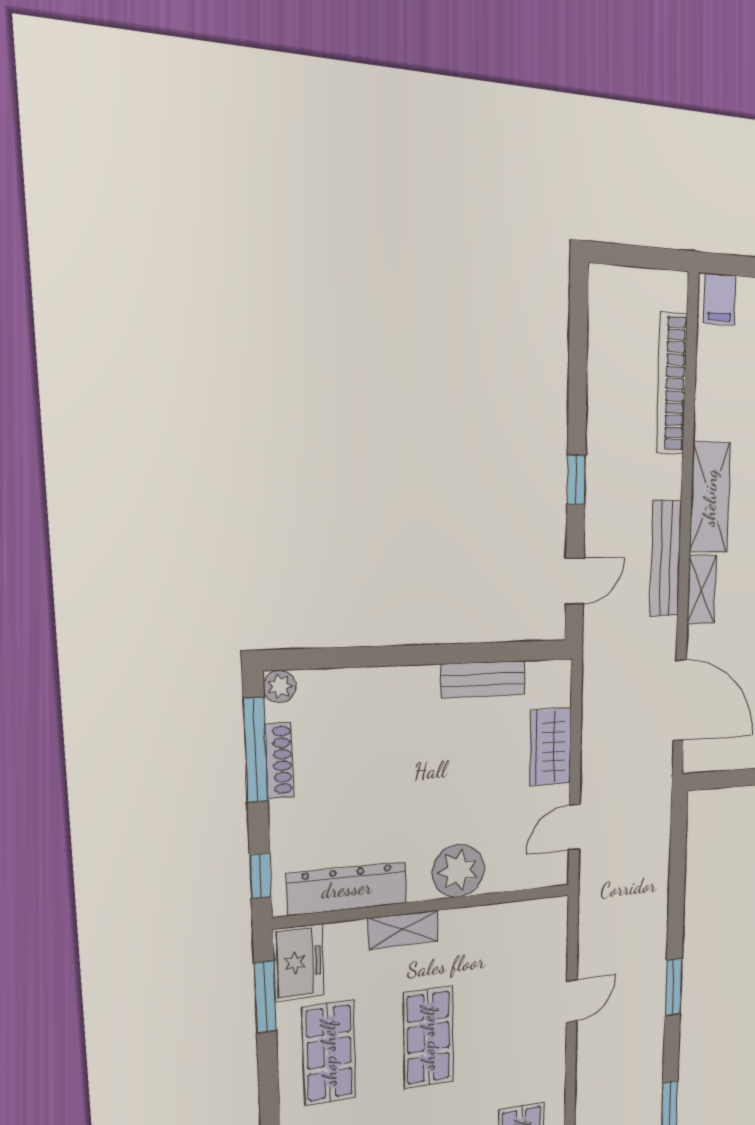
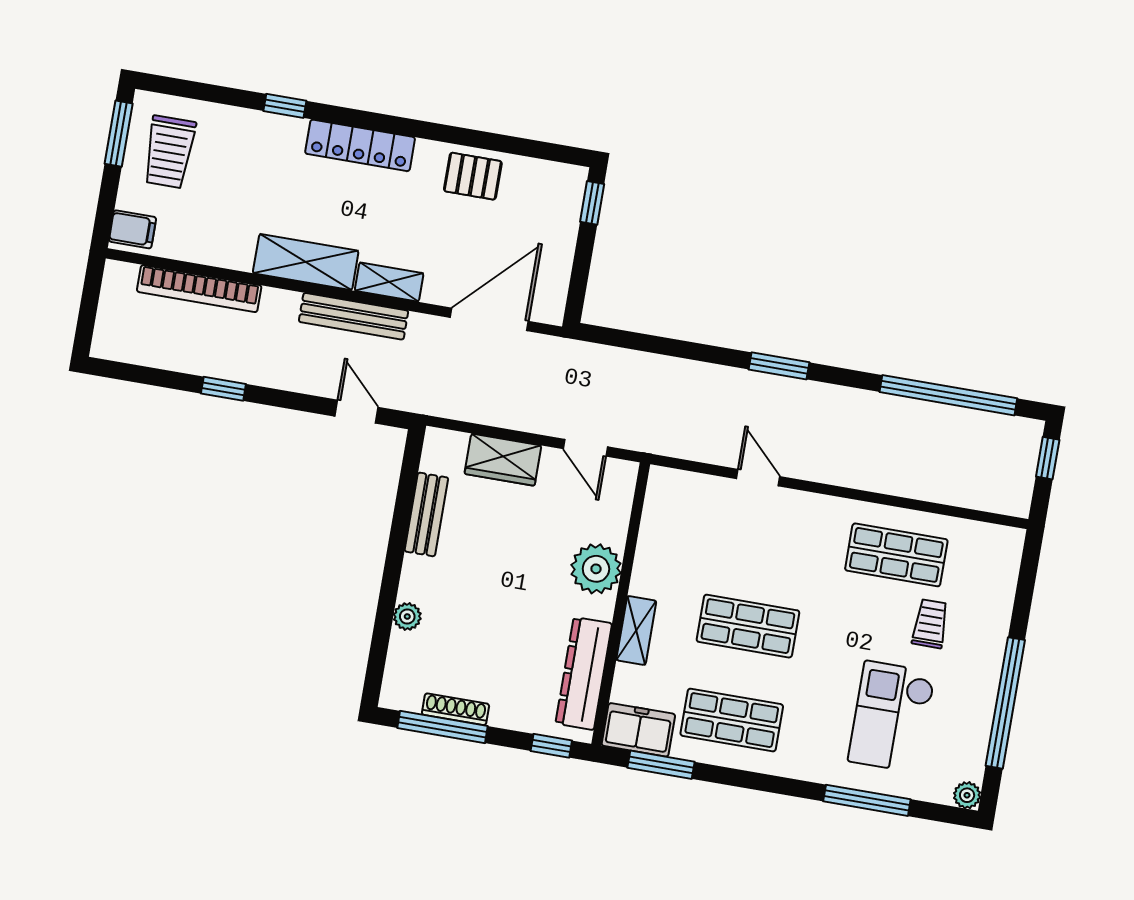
window: (576, 480) -> (223, 389), moved
plant: (280, 686) -> (407, 617), moved

